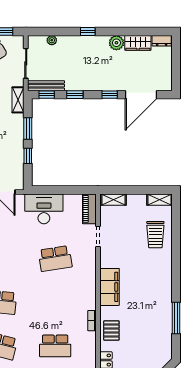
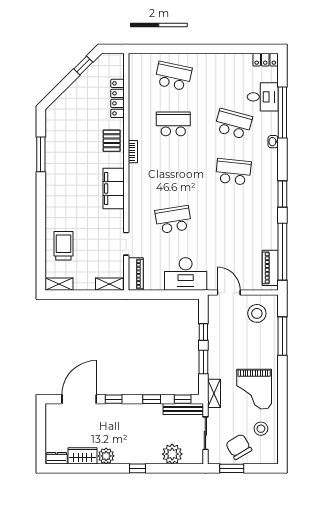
plant: (52, 40) -> (172, 454), width x1.87, depth x1.87

